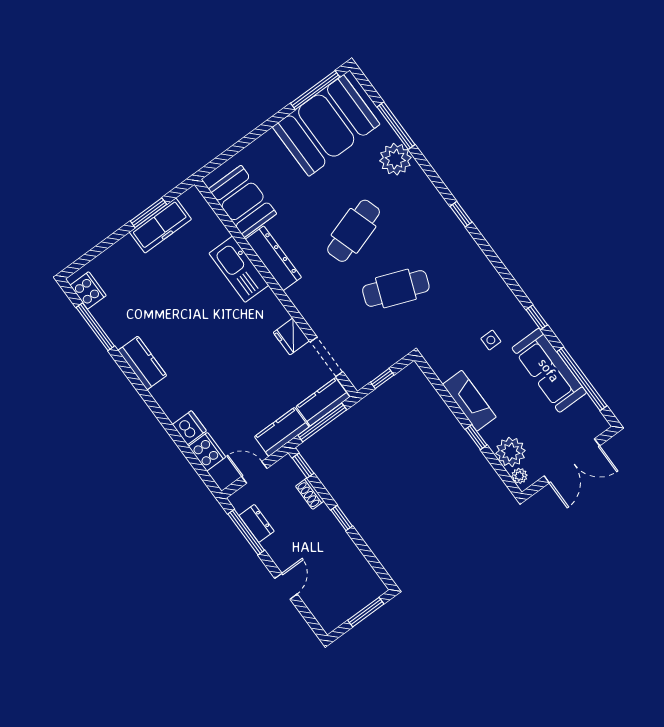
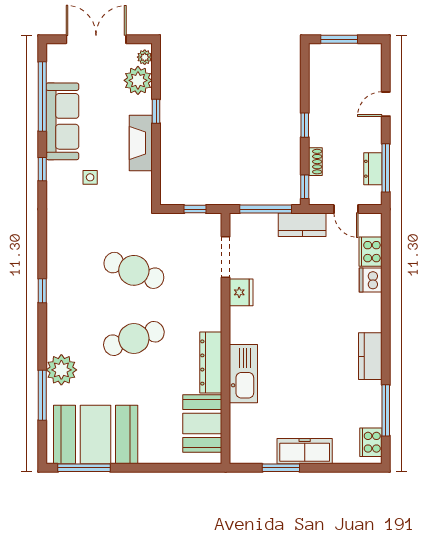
freezer: (160, 226) -> (305, 451), moved
kitchen counter: (323, 402) -> (254, 225), removed

